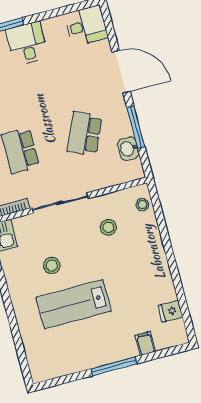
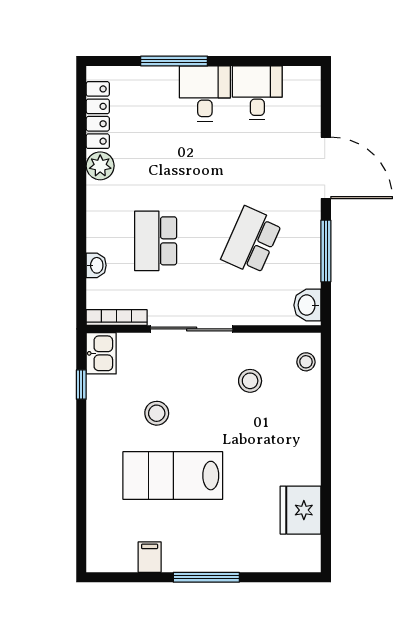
desk: (86, 26) -> (257, 93), moved, turned -90
washbasin: (128, 149) -> (307, 305), moved
fridge: (170, 311) -> (301, 510), width x1.88, depth x1.34
filing cabinet: (145, 343) -> (150, 557), moved

